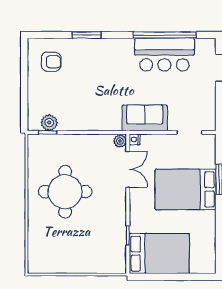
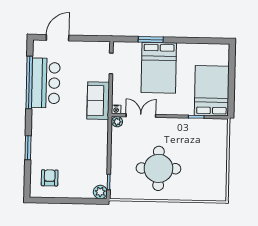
plant: (49, 123) -> (100, 192), moved

